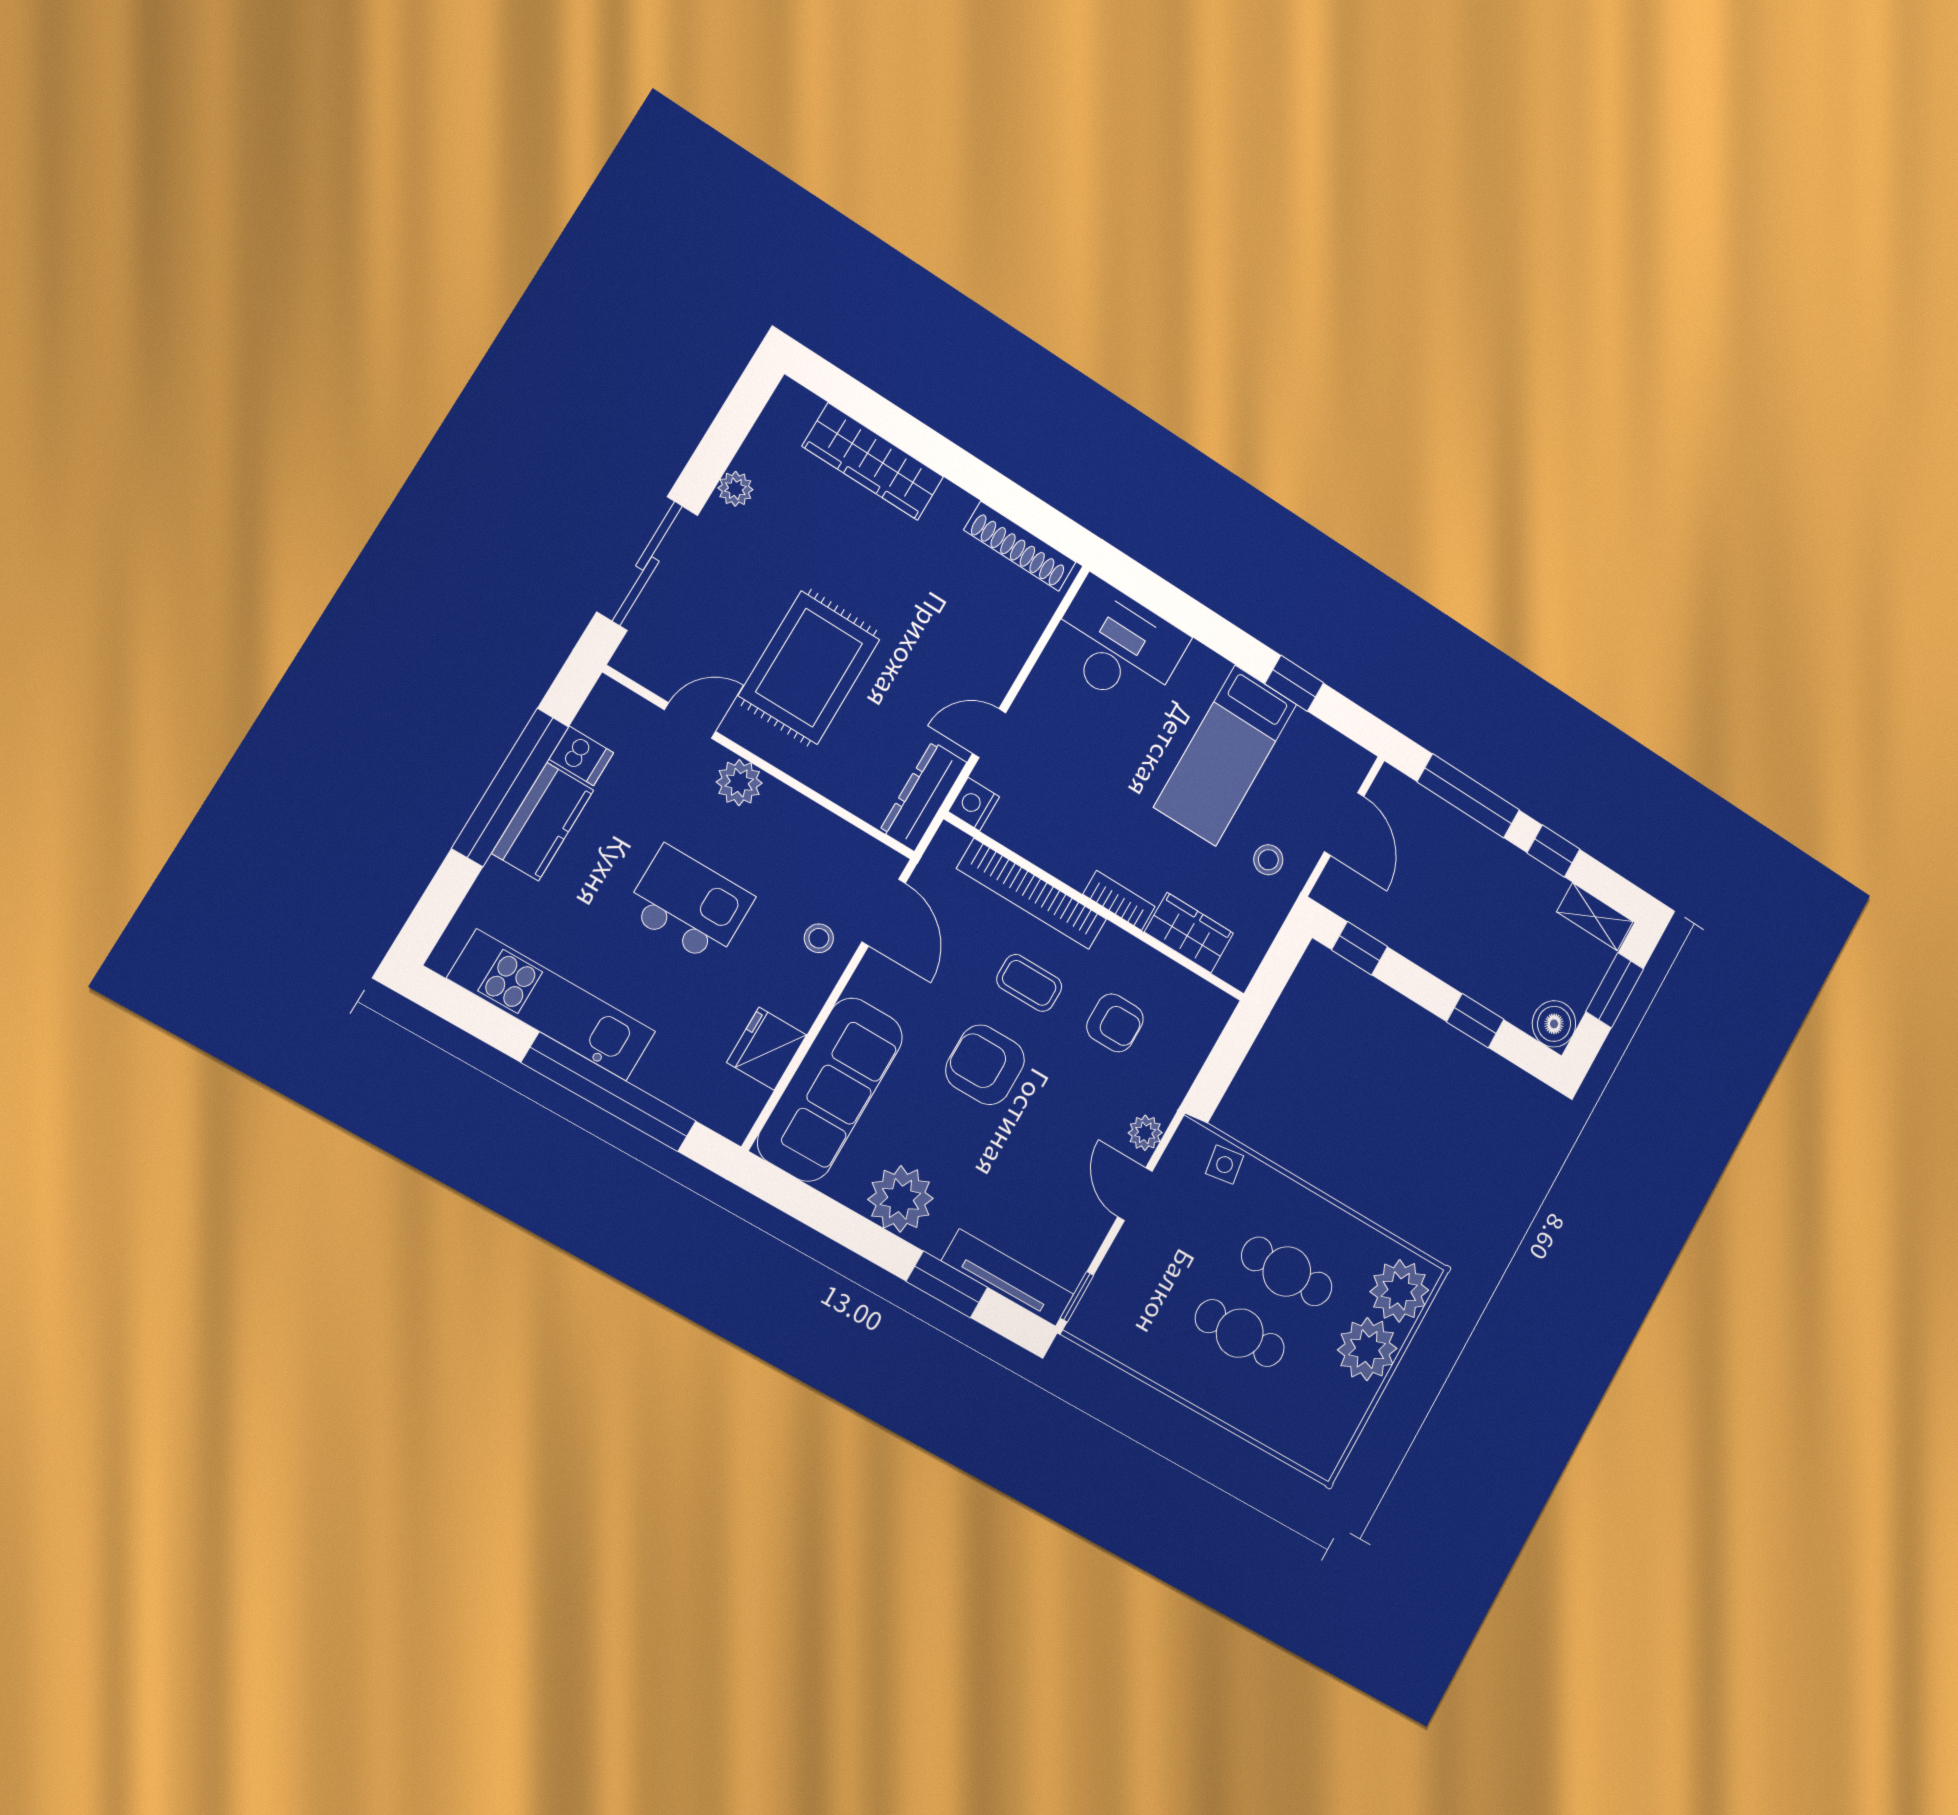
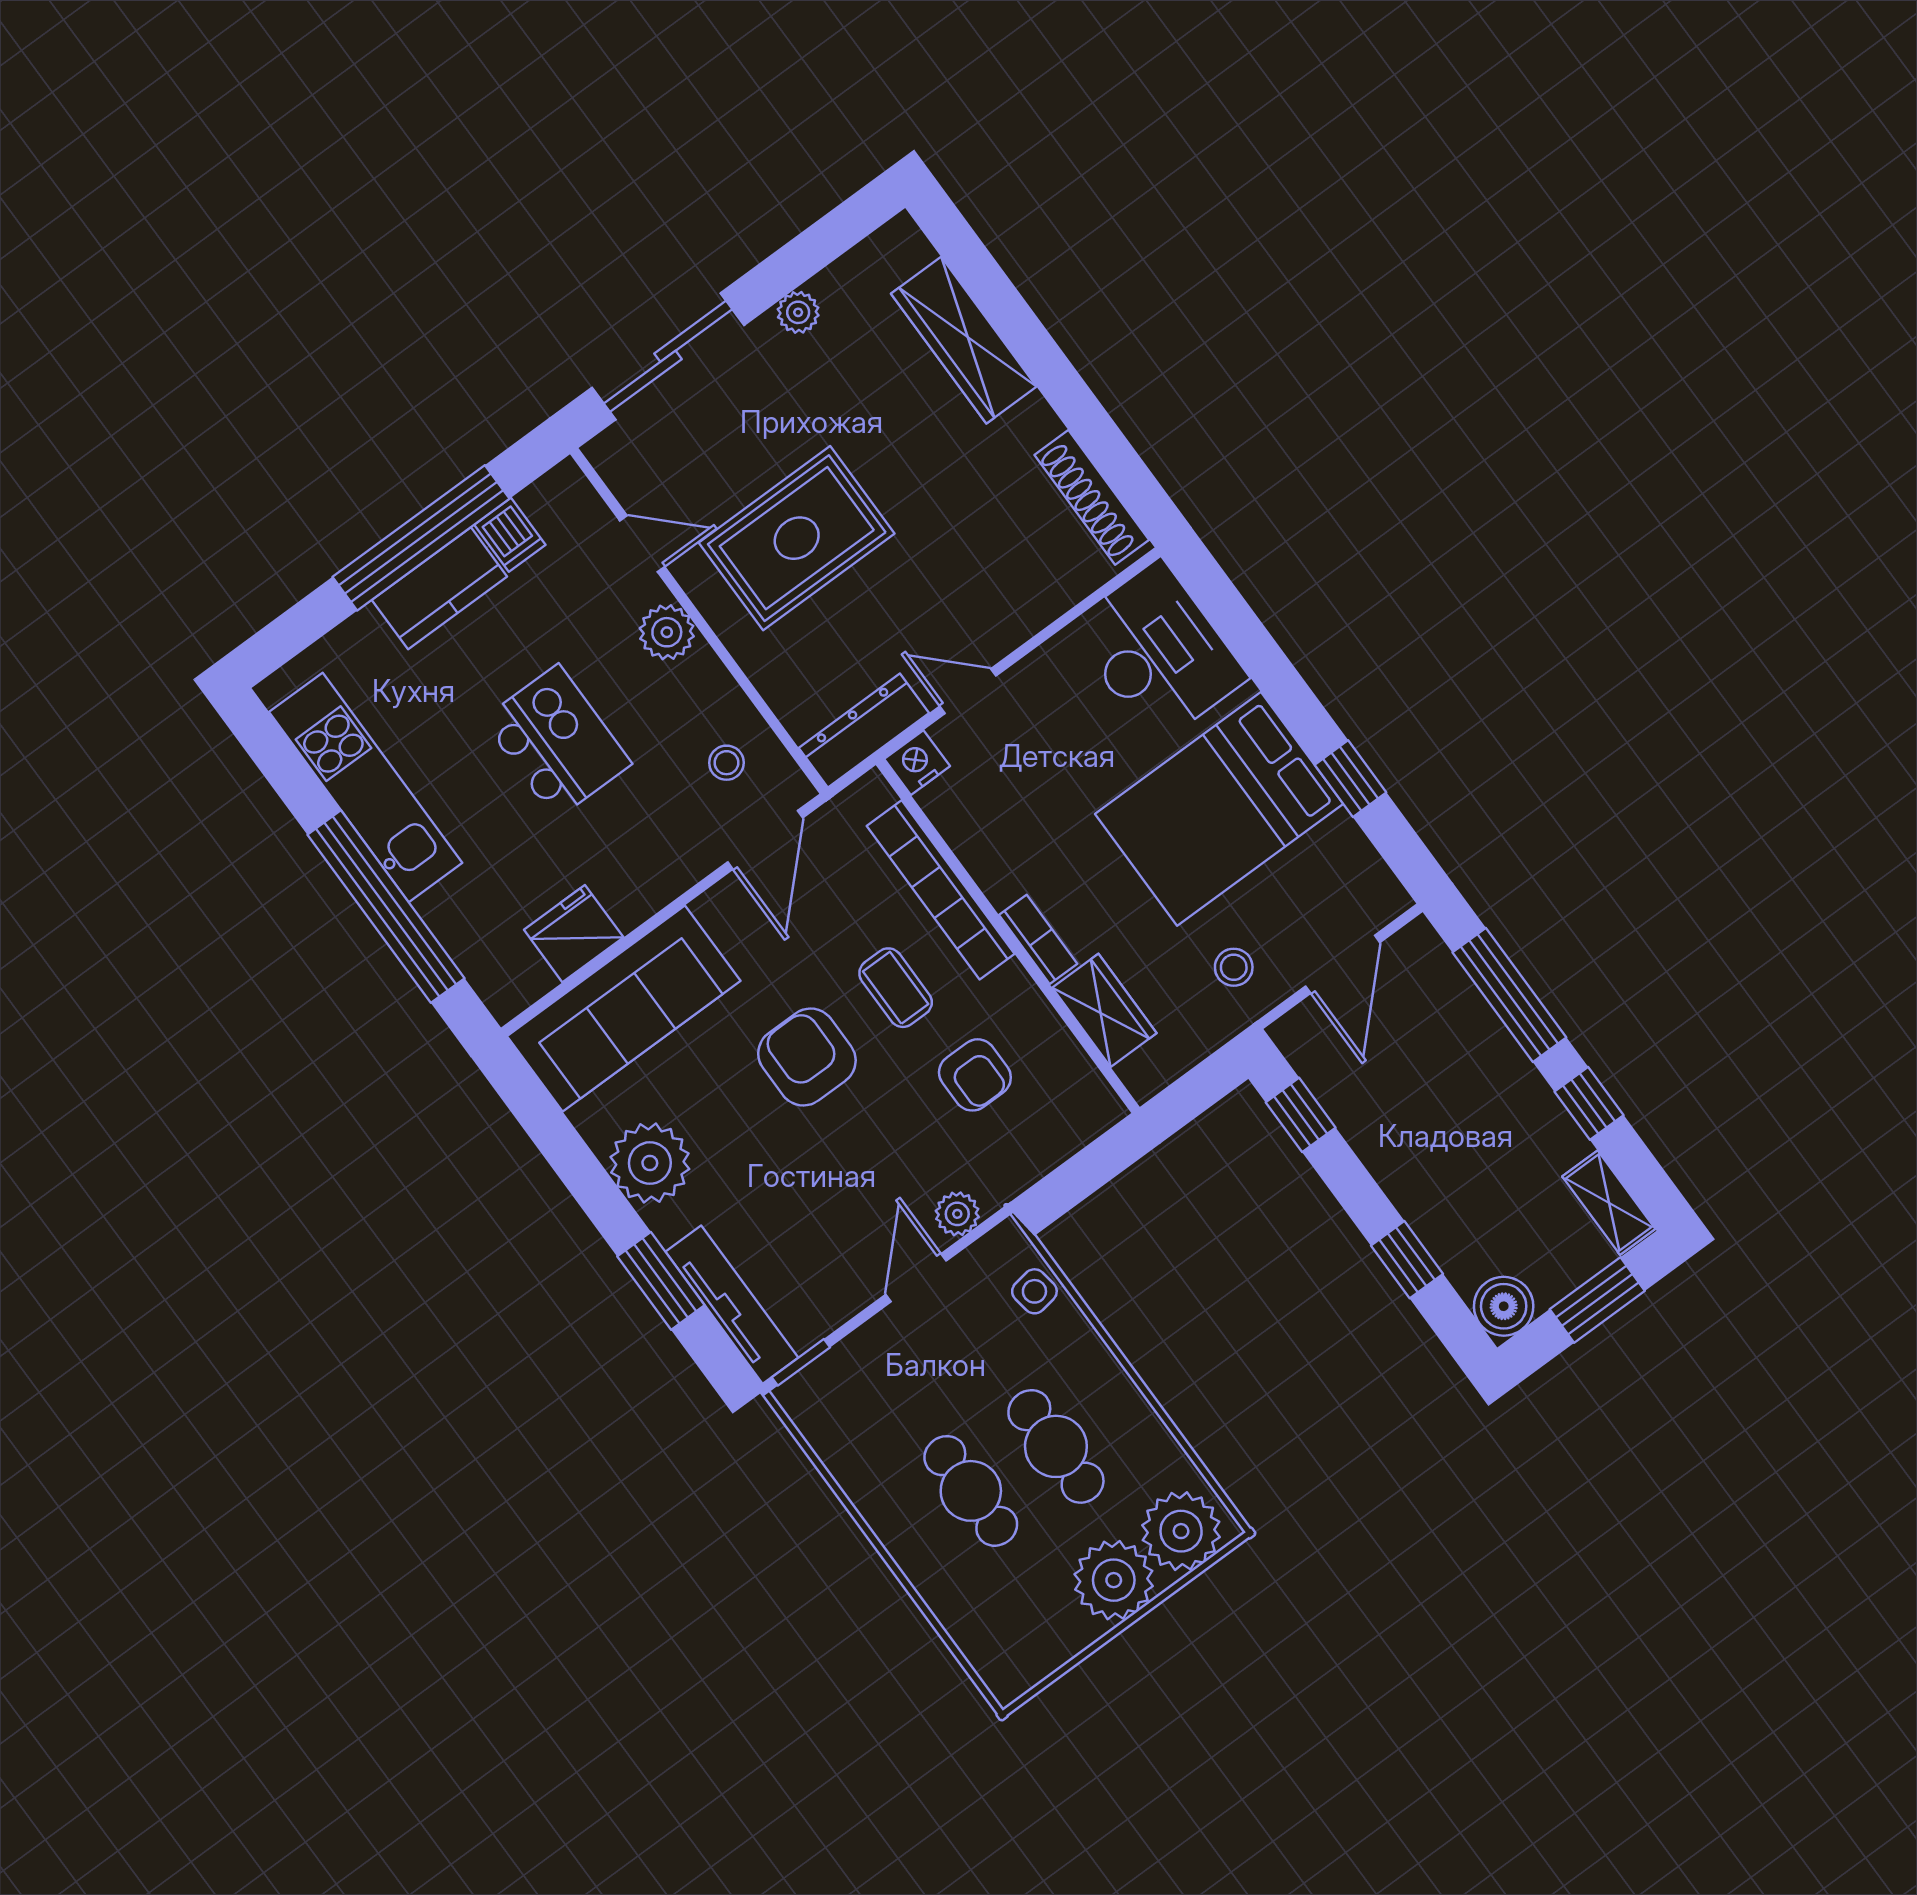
bed: (1225, 756) -> (1219, 809), width x1.50
stool: (819, 938) -> (726, 763), moved

